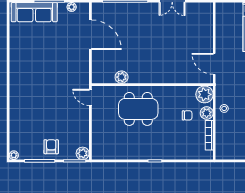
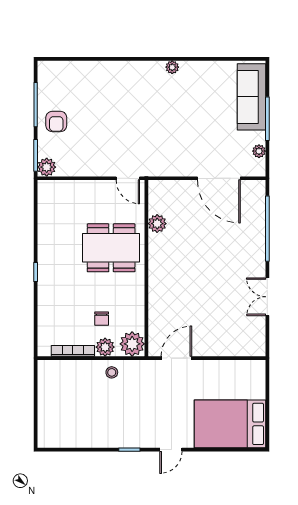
door: (90, 35) -> (219, 178), hinge flipped
door: (90, 97) -> (128, 178), swing flipped
dining table: (138, 109) -> (111, 248), turned 90
armchair: (51, 147) -> (56, 121), turned 90
plant: (14, 155) -> (172, 67), moved

